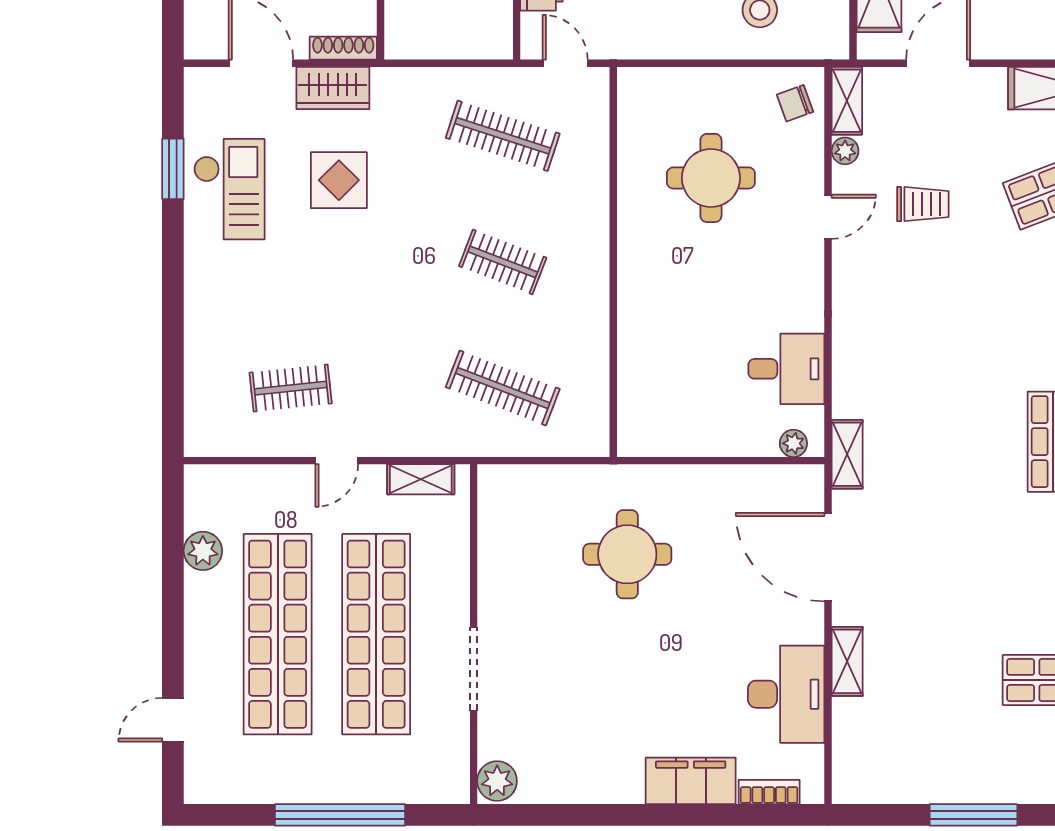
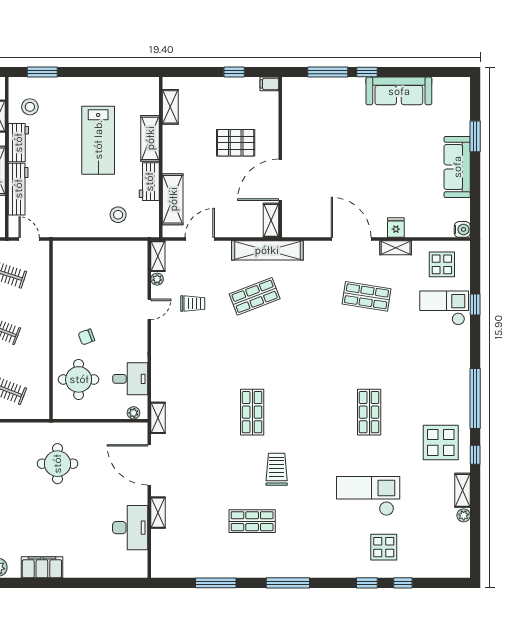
chair: (795, 103) -> (86, 337), moved
round table: (711, 178) -> (79, 379), moved
filing cabinet: (691, 781) -> (42, 567), moved
bookcase: (769, 792) -> (122, 572), removed

